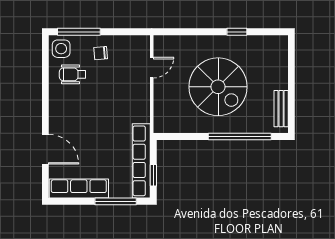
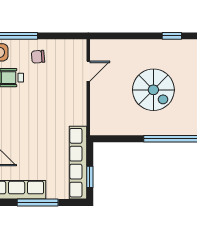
spiral stairs: (218, 87) -> (153, 90), width x0.73, depth x0.73
window: (116, 201) -> (38, 202), moved

